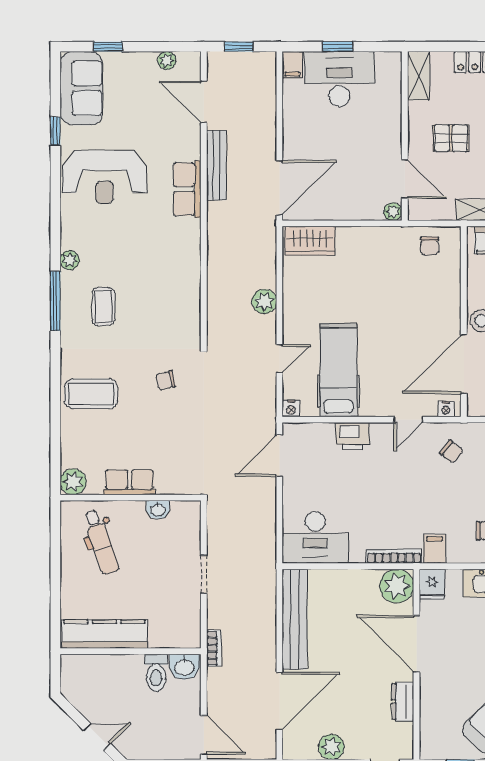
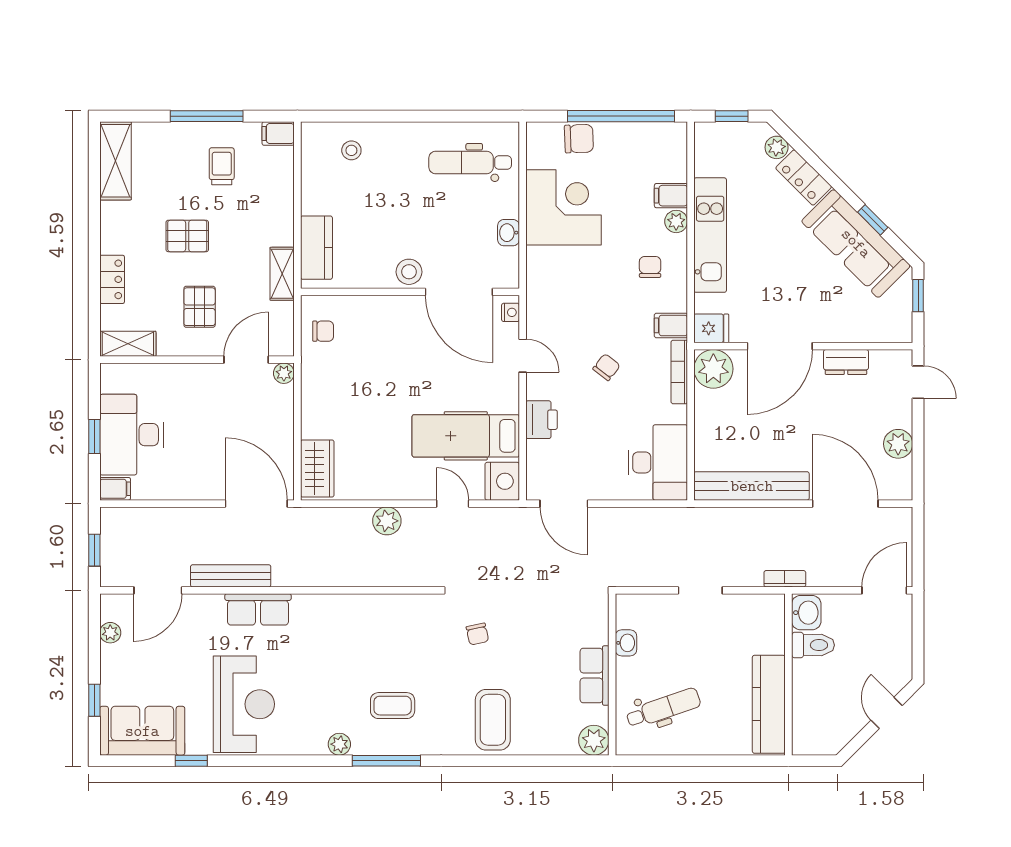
nightstand: (291, 408) -> (502, 481), width x1.89, depth x1.79
chair: (452, 452) -> (606, 367), moved

